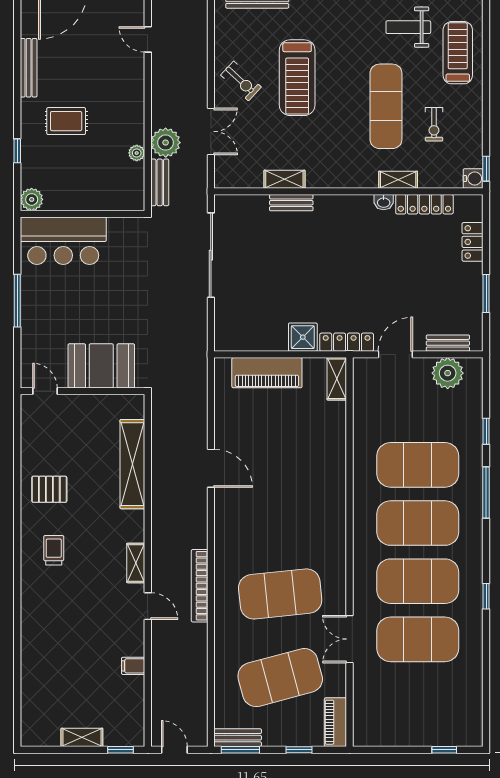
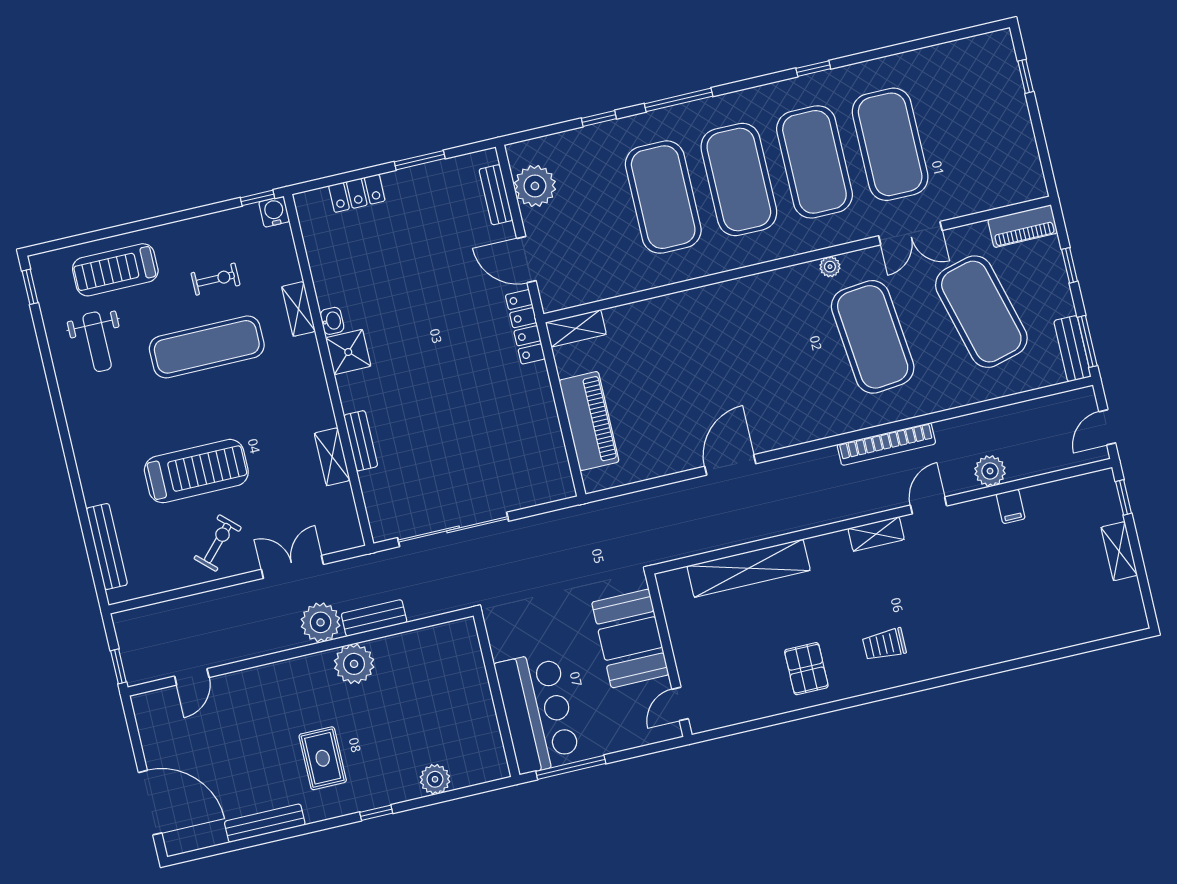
plant: (137, 153) -> (354, 664), width x1.88, depth x1.88
locker: (424, 204) -> (322, 267), removed
wall: (82, 214) -> (497, 695), moved
bar counter: (63, 241) -> (537, 712), moved
shower: (303, 337) -> (348, 352), moved
plant: (339, 575) -> (830, 267), added
plant: (162, 657) -> (990, 471), added

